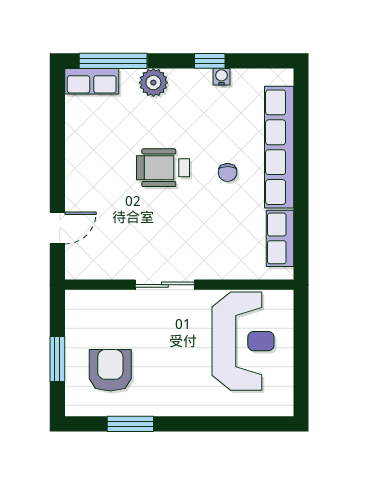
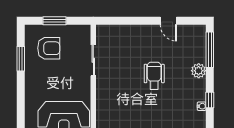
row of seats: (92, 81) -> (199, 39), removed
chair: (228, 172) -> (152, 109), removed
door: (57, 228) -> (168, 21), moved
sliding door: (165, 285) -> (93, 60), moved

